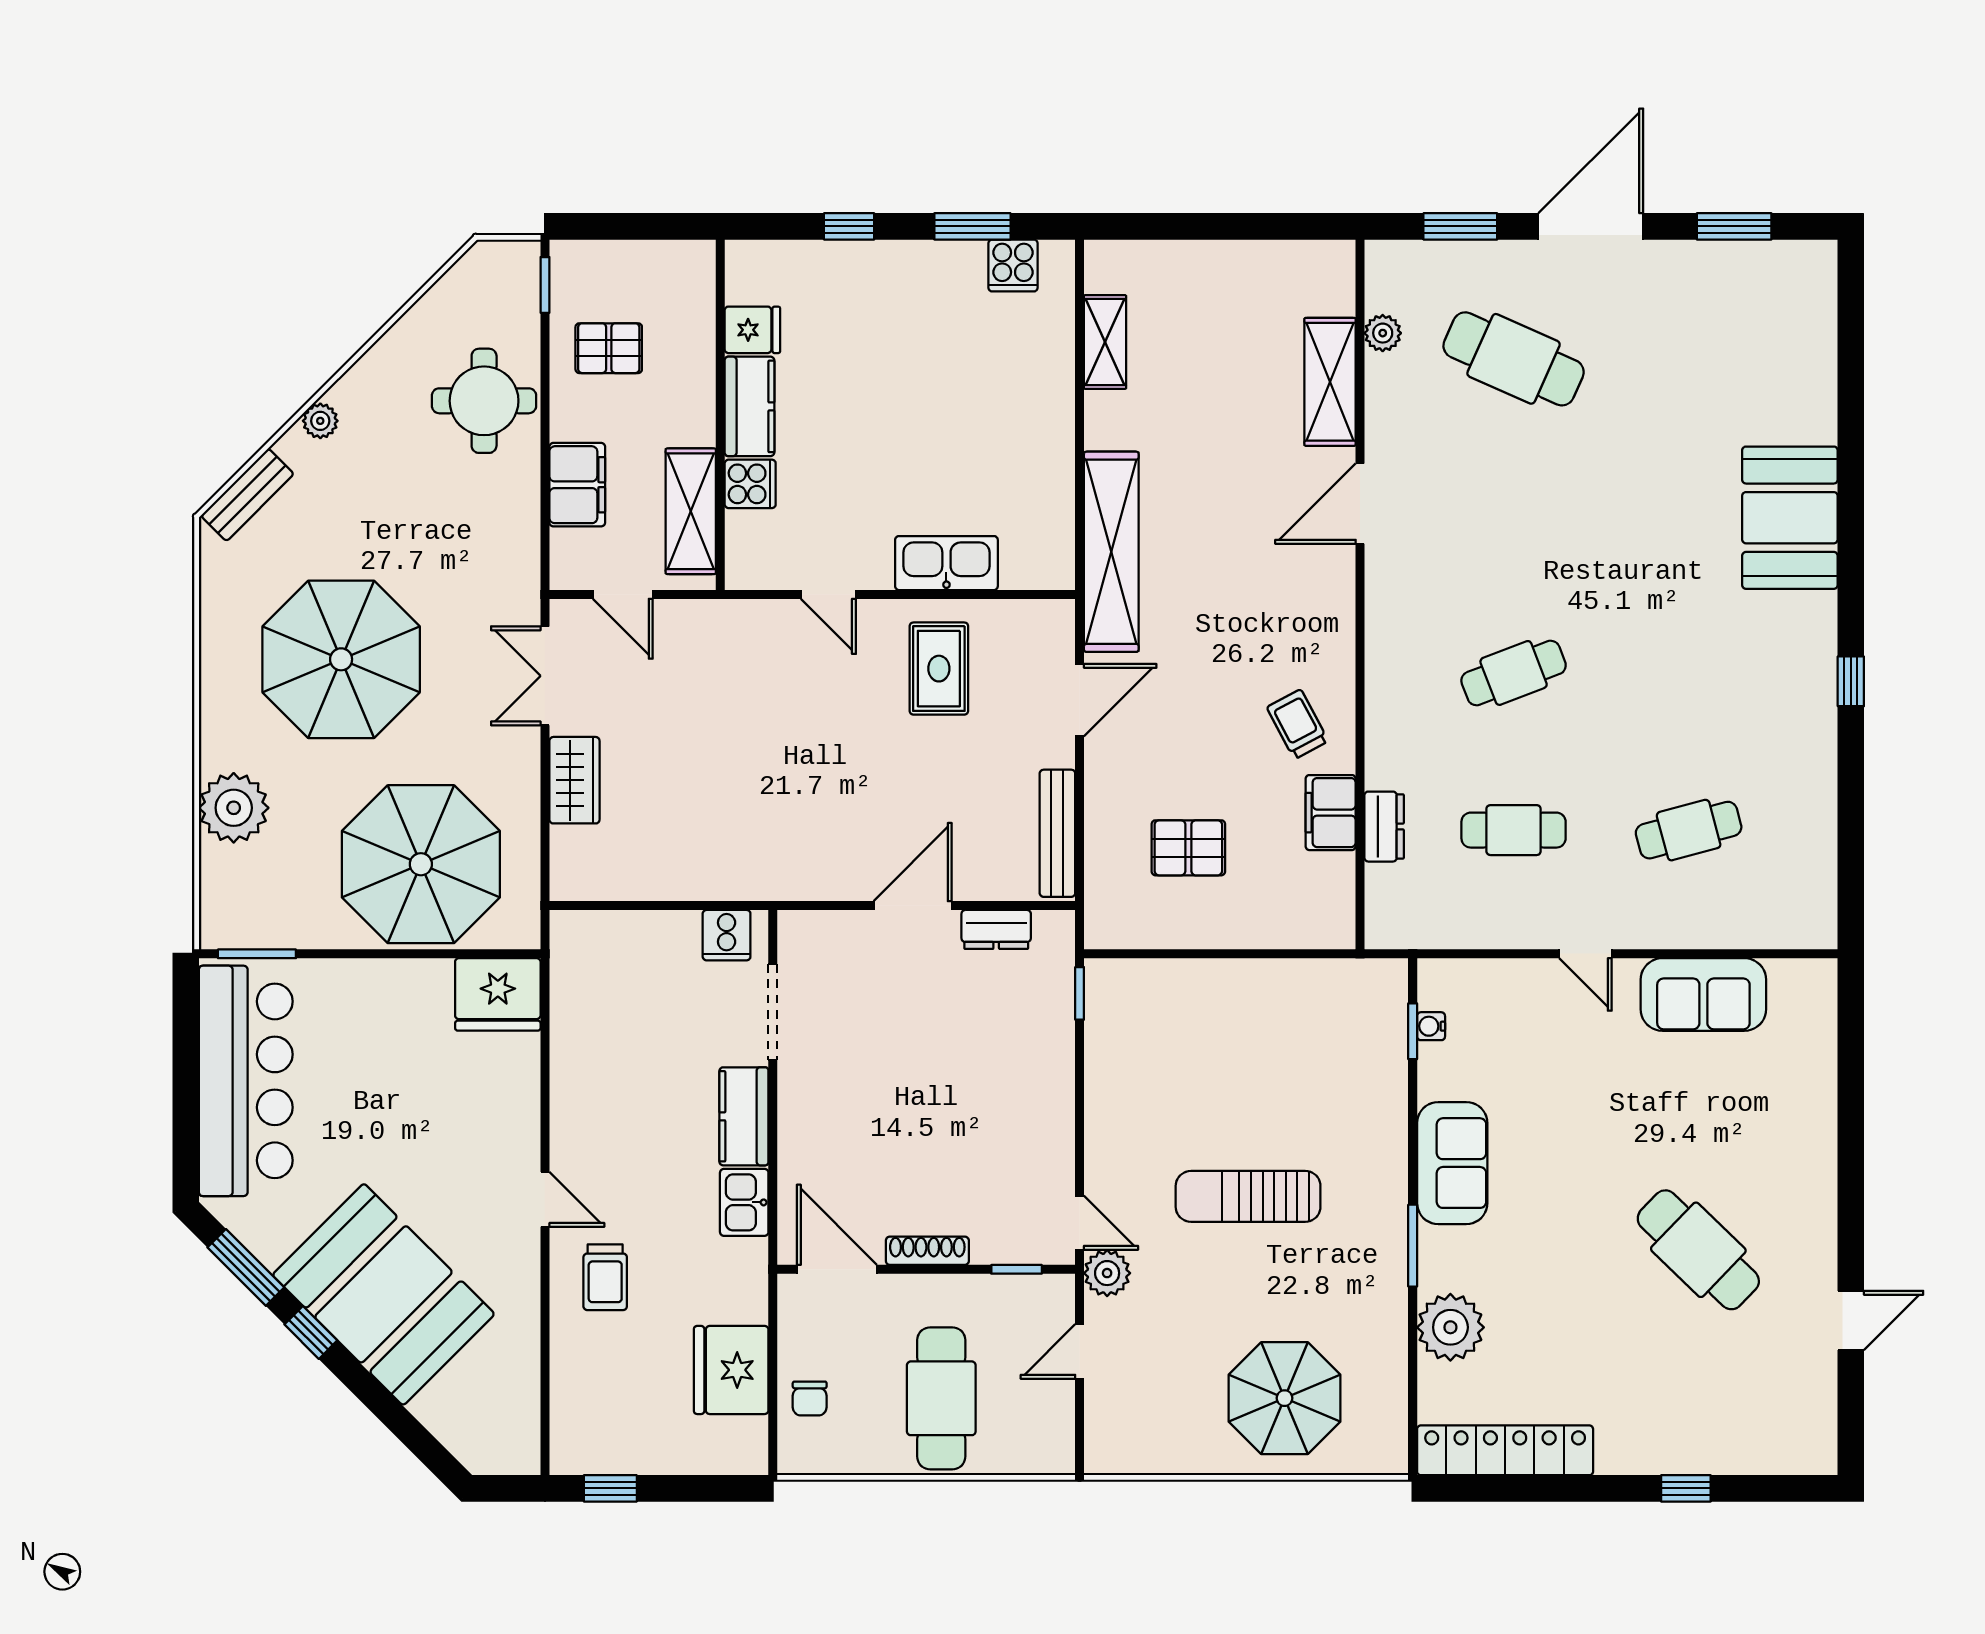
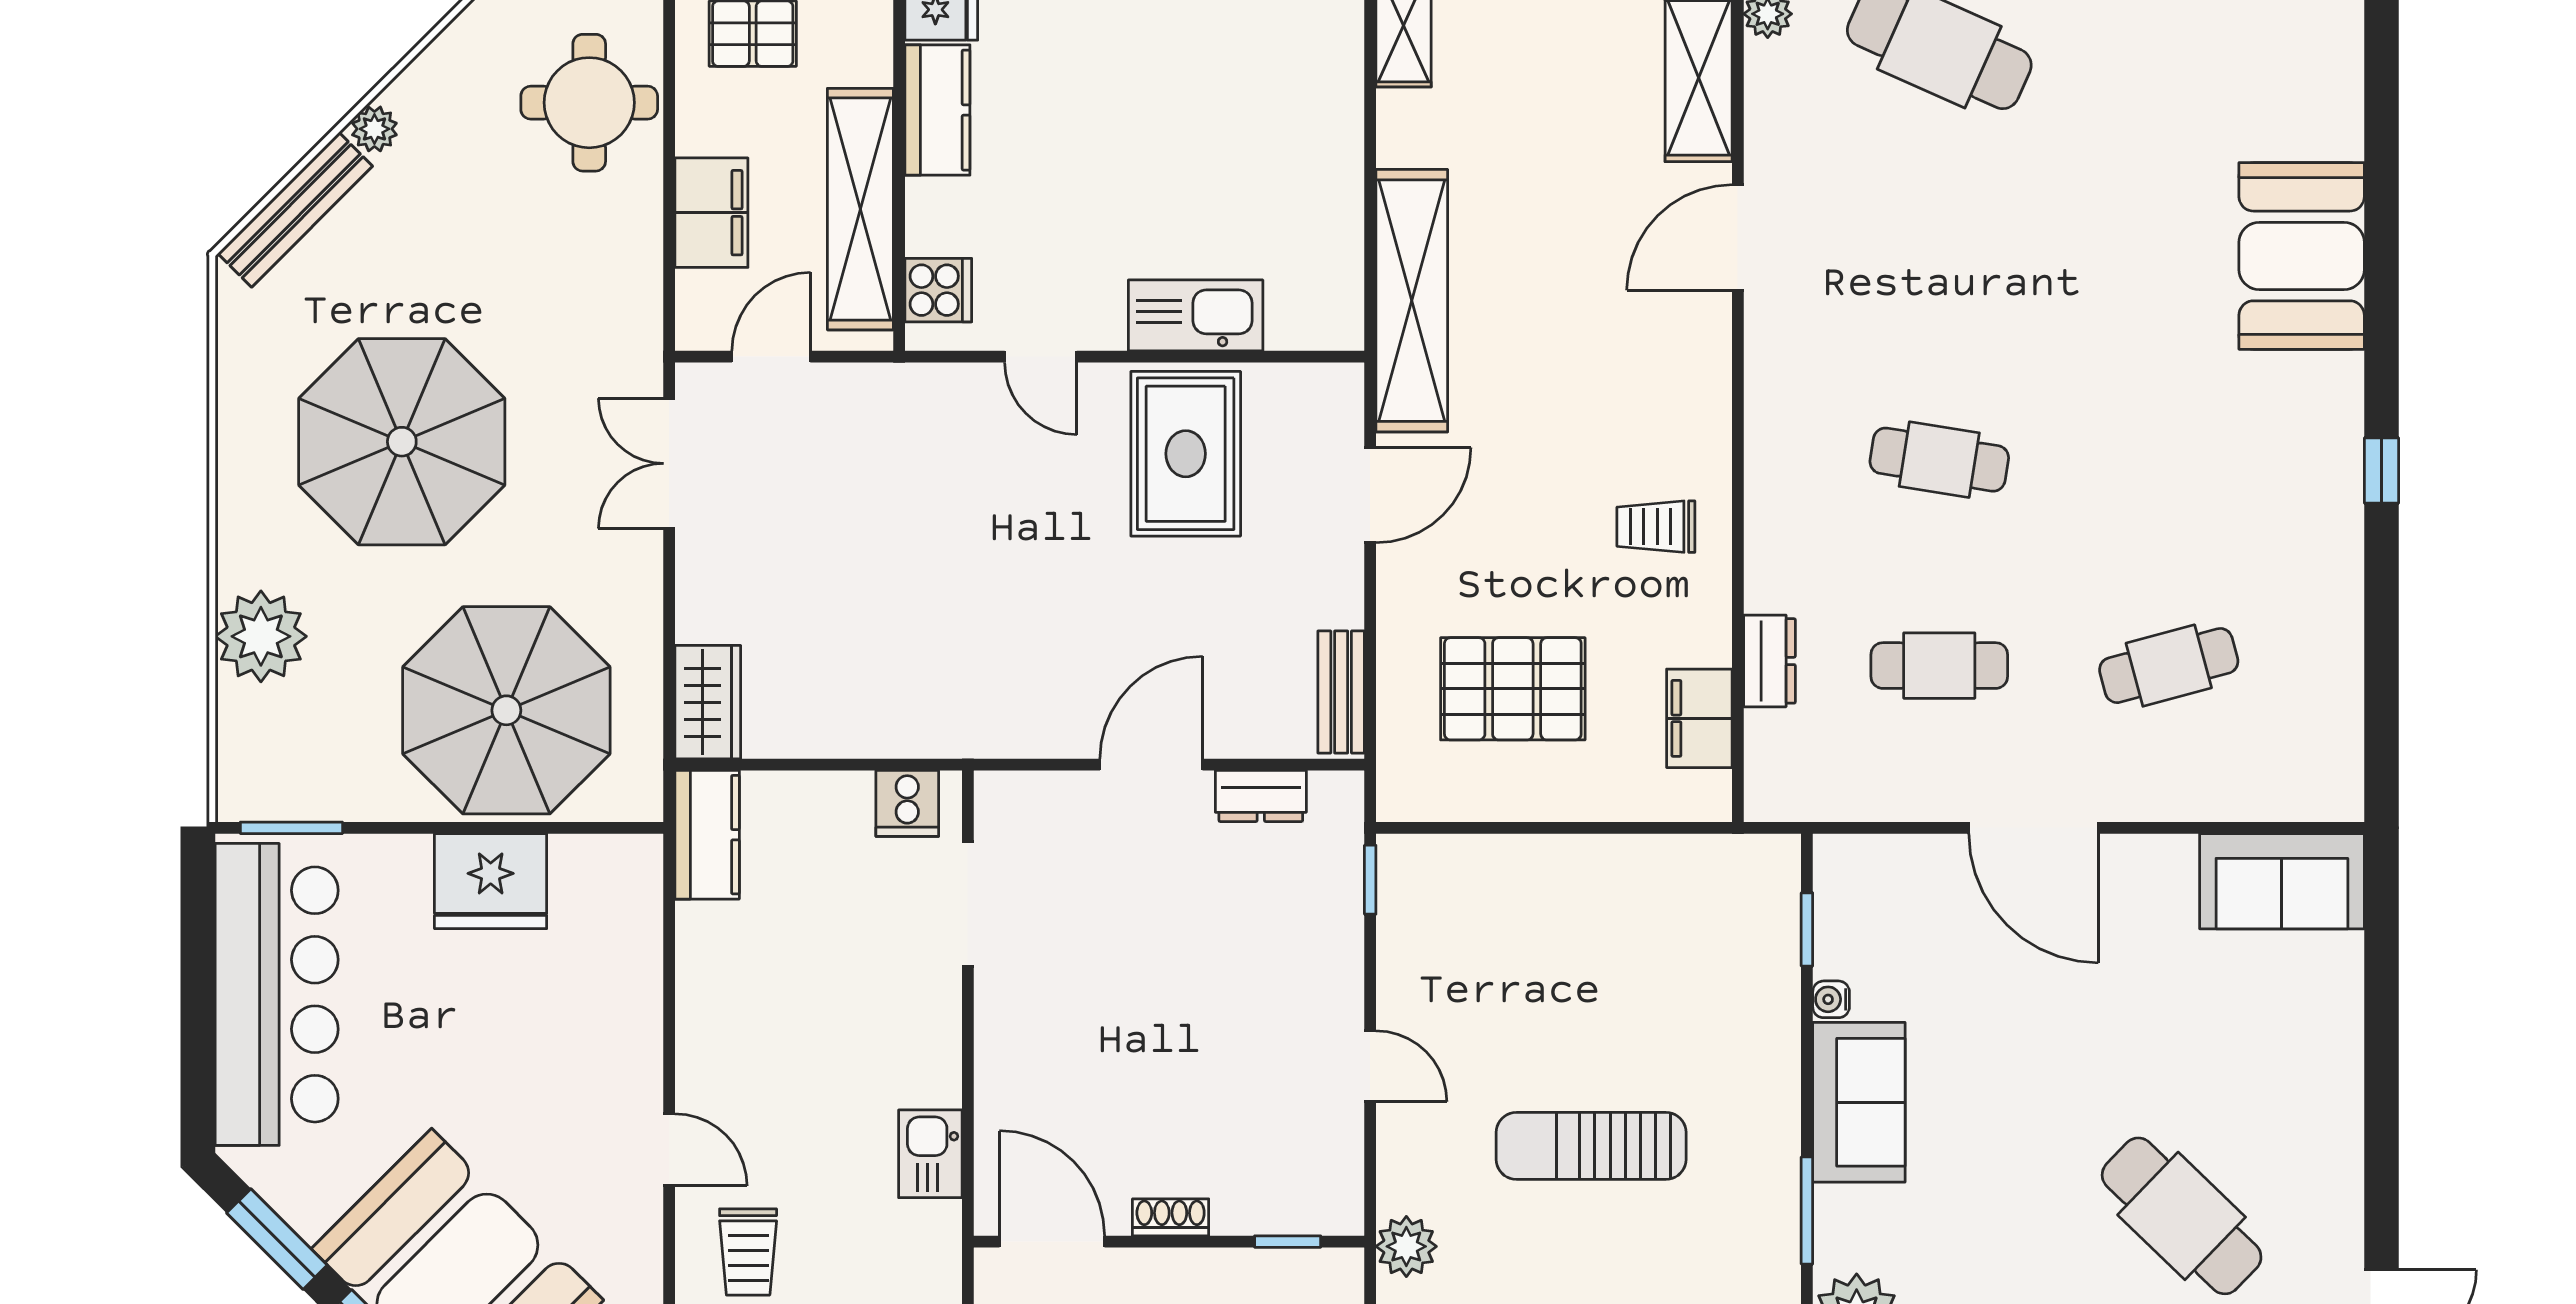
cooker: (750, 484) -> (938, 290), moved
bench: (247, 495) -> (295, 210), width x1.36
shelving: (691, 511) -> (860, 209), width x1.47
door: (623, 594) -> (771, 357), swing flipped
rug: (939, 669) -> (1186, 454), width x1.36, depth x1.43
cafe table: (1514, 673) -> (1939, 460), turned 30
trolley: (1297, 724) -> (1656, 527), turned -62
wardrobe: (574, 780) -> (708, 702), moved
filing cabinet: (1331, 813) -> (1699, 718), moved
bench: (1057, 833) -> (1341, 692), width x0.73
pallet: (1188, 848) -> (1513, 689), width x1.50, depth x1.42
door: (1585, 954) -> (2034, 828), width x1.87
fridge: (498, 994) -> (491, 881), moved
sofa: (1703, 994) -> (2282, 881), moved
water cooler: (1431, 1026) -> (1831, 999), moved
kitchen counter: (744, 1116) -> (707, 835), moved, turned 180
door: (1080, 1223) -> (1370, 1066), moved
shoe rack: (927, 1251) -> (1171, 1217), width x0.70

